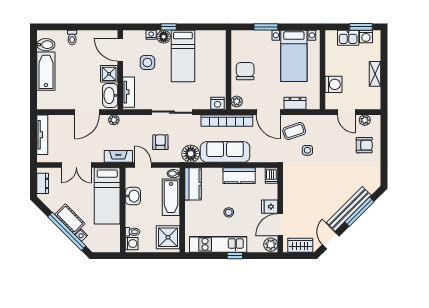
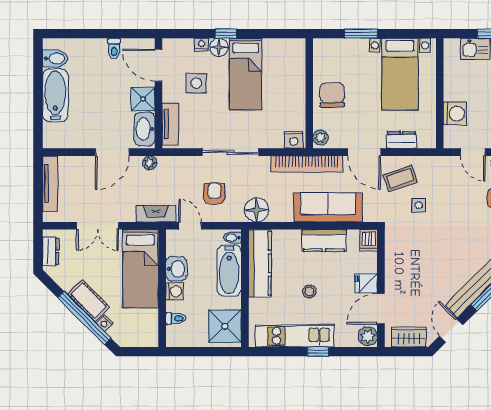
toilet: (72, 38) -> (114, 49), moved
sofa: (225, 152) -> (328, 207), moved
kitchen counter: (193, 184) -> (260, 263), width x1.50
washing machine: (132, 244) -> (175, 291), moved

